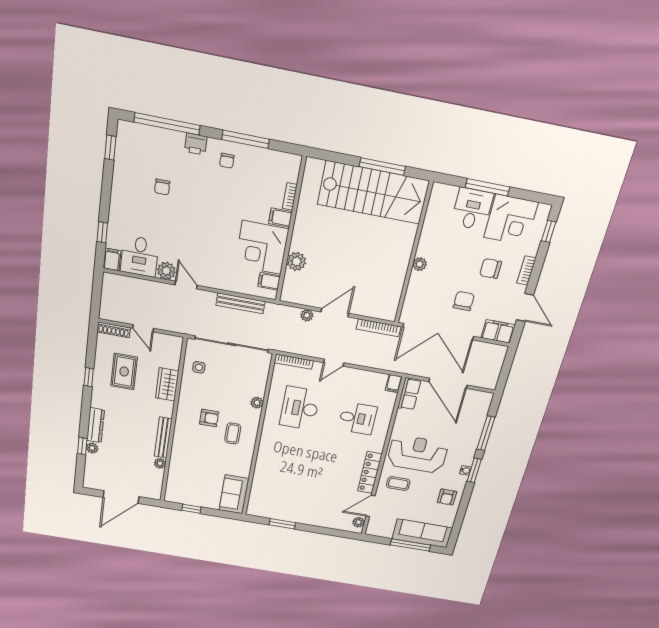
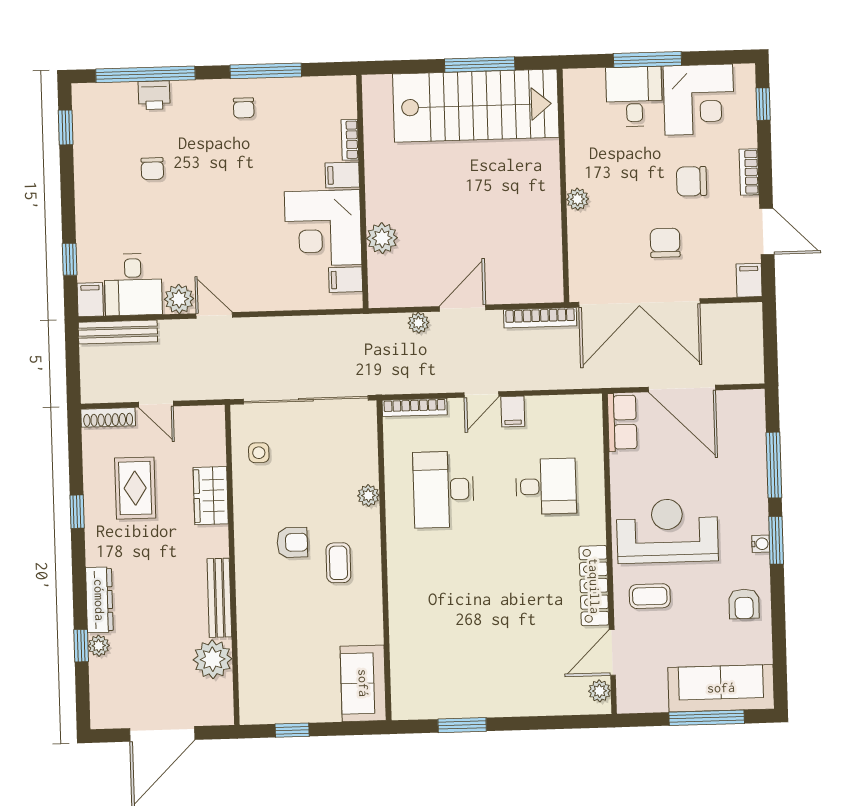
printer: (196, 144) -> (154, 95), moved
bench: (241, 303) -> (118, 332), moved
filing cabinet: (498, 331) -> (749, 280), width x0.50
filing cabinet: (394, 384) -> (513, 412), moved
plant: (160, 463) -> (213, 659), width x1.87, depth x1.87

